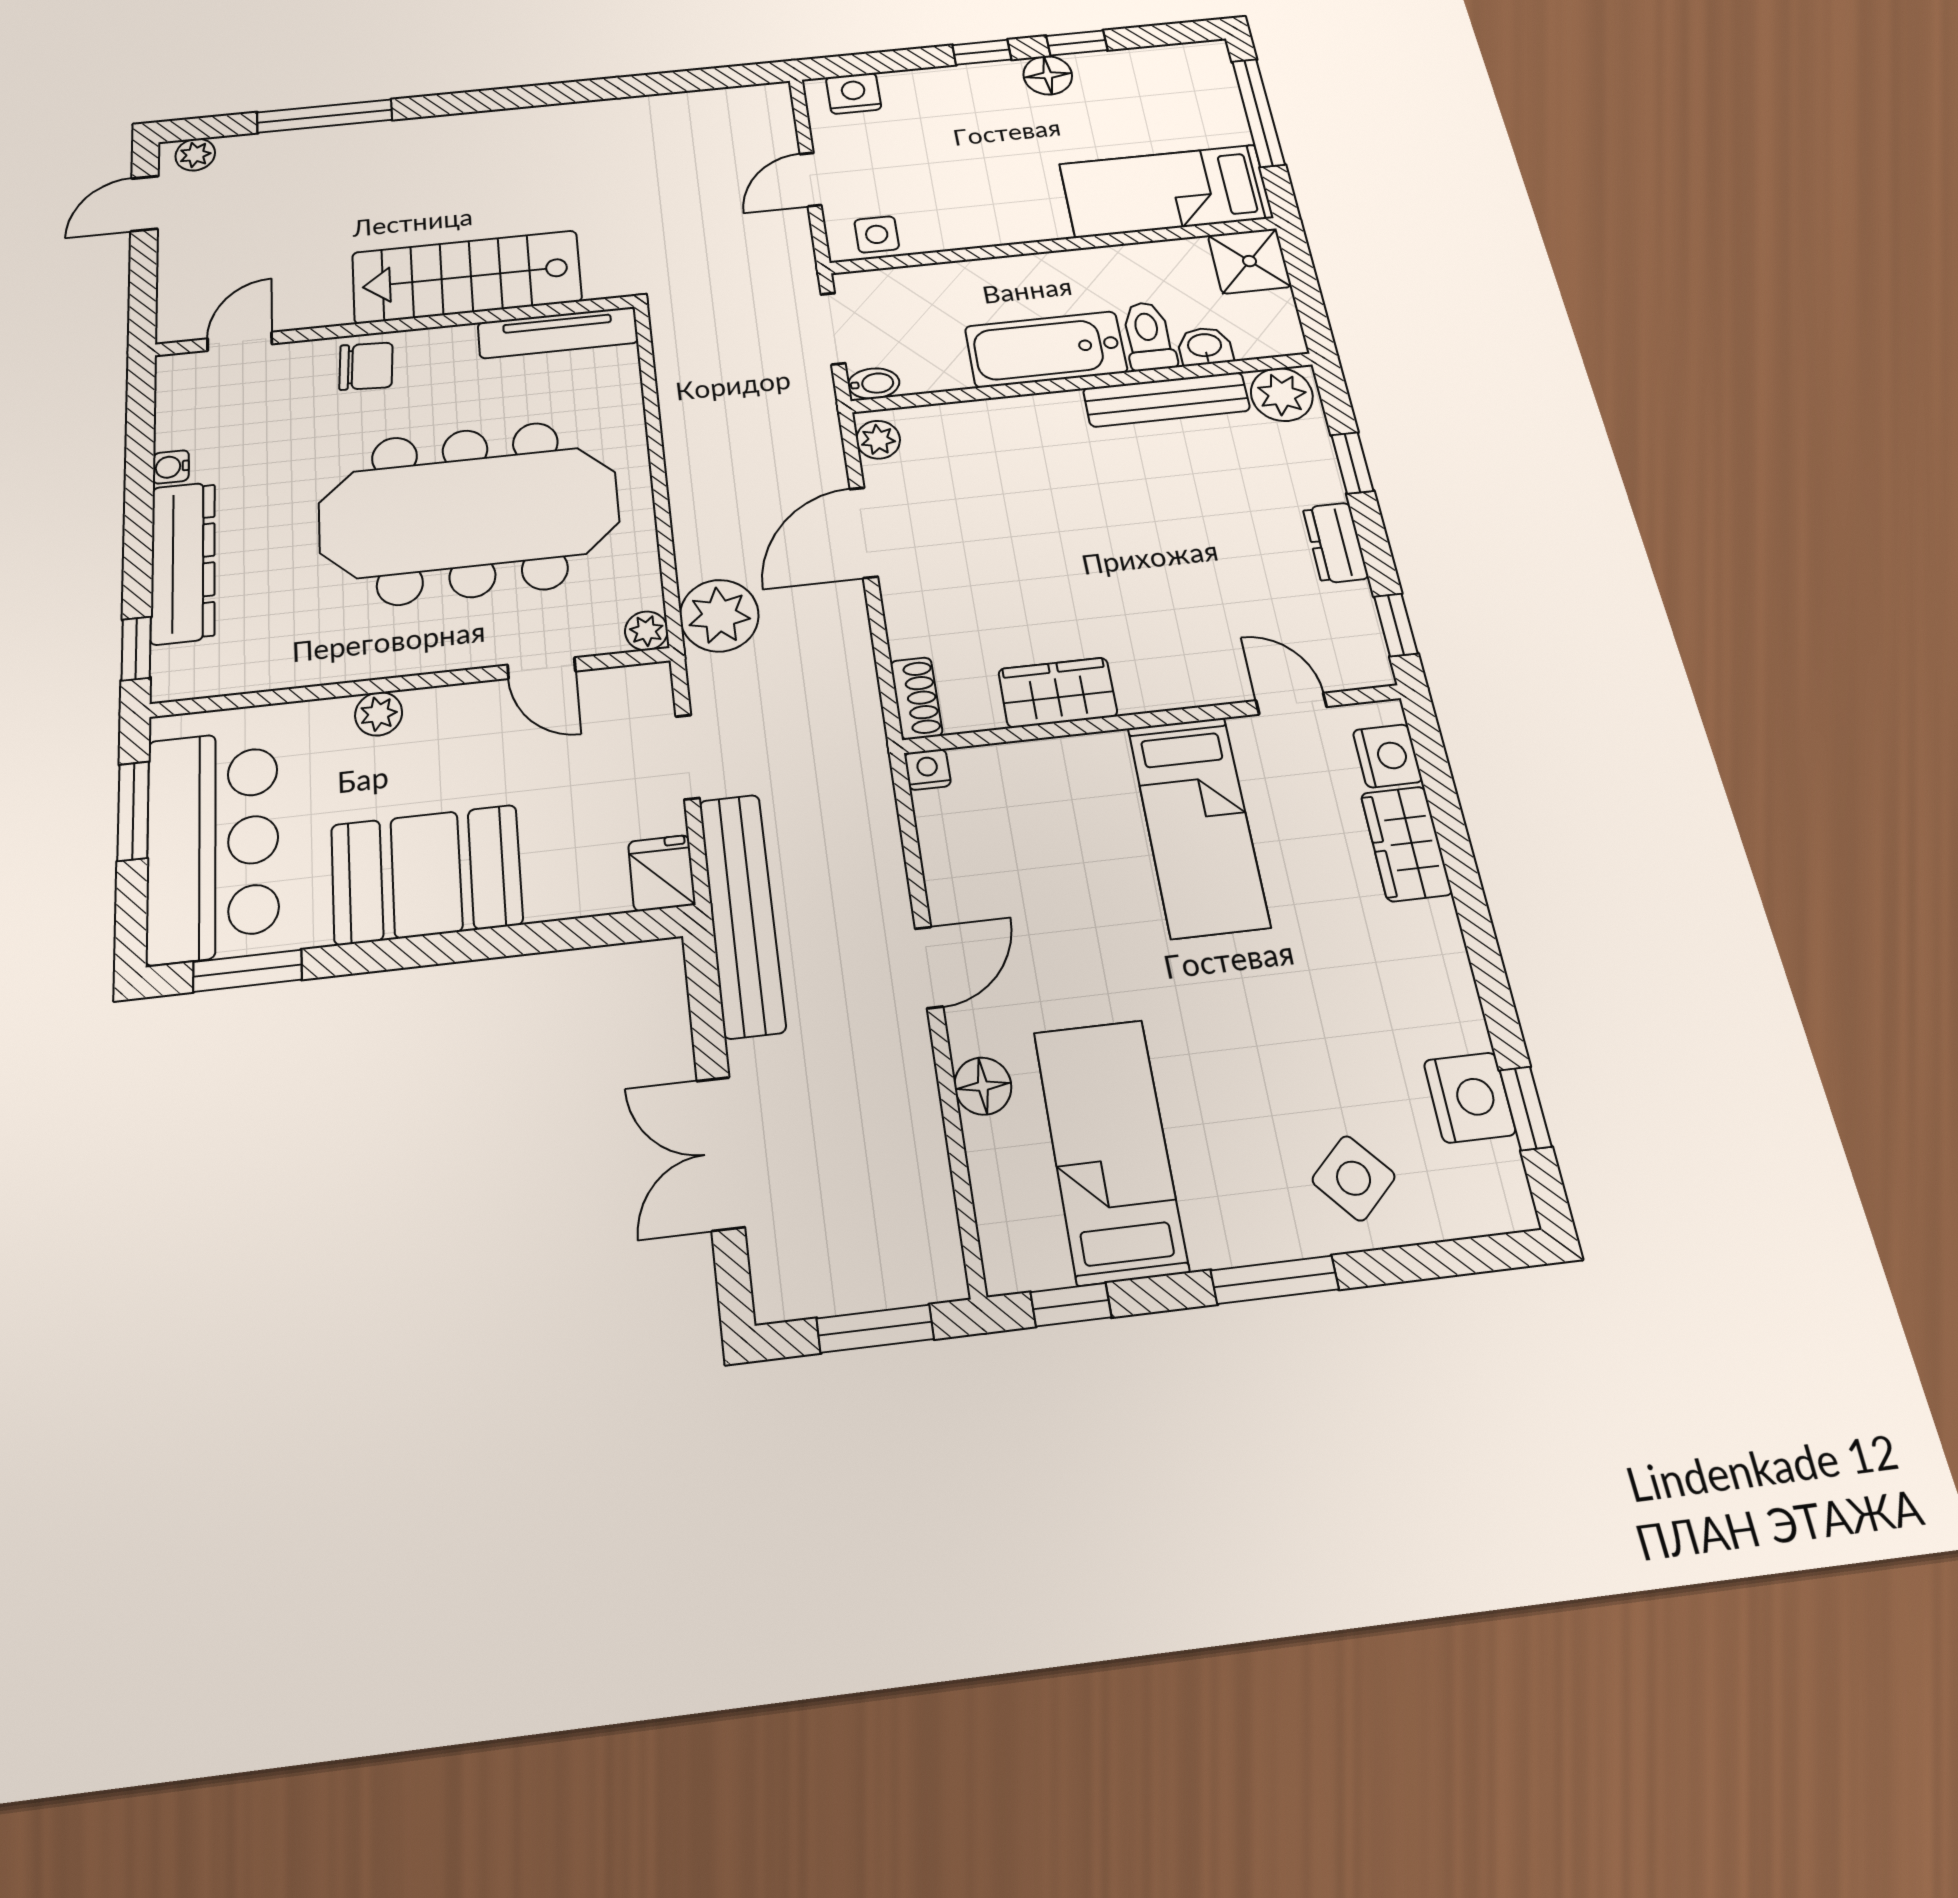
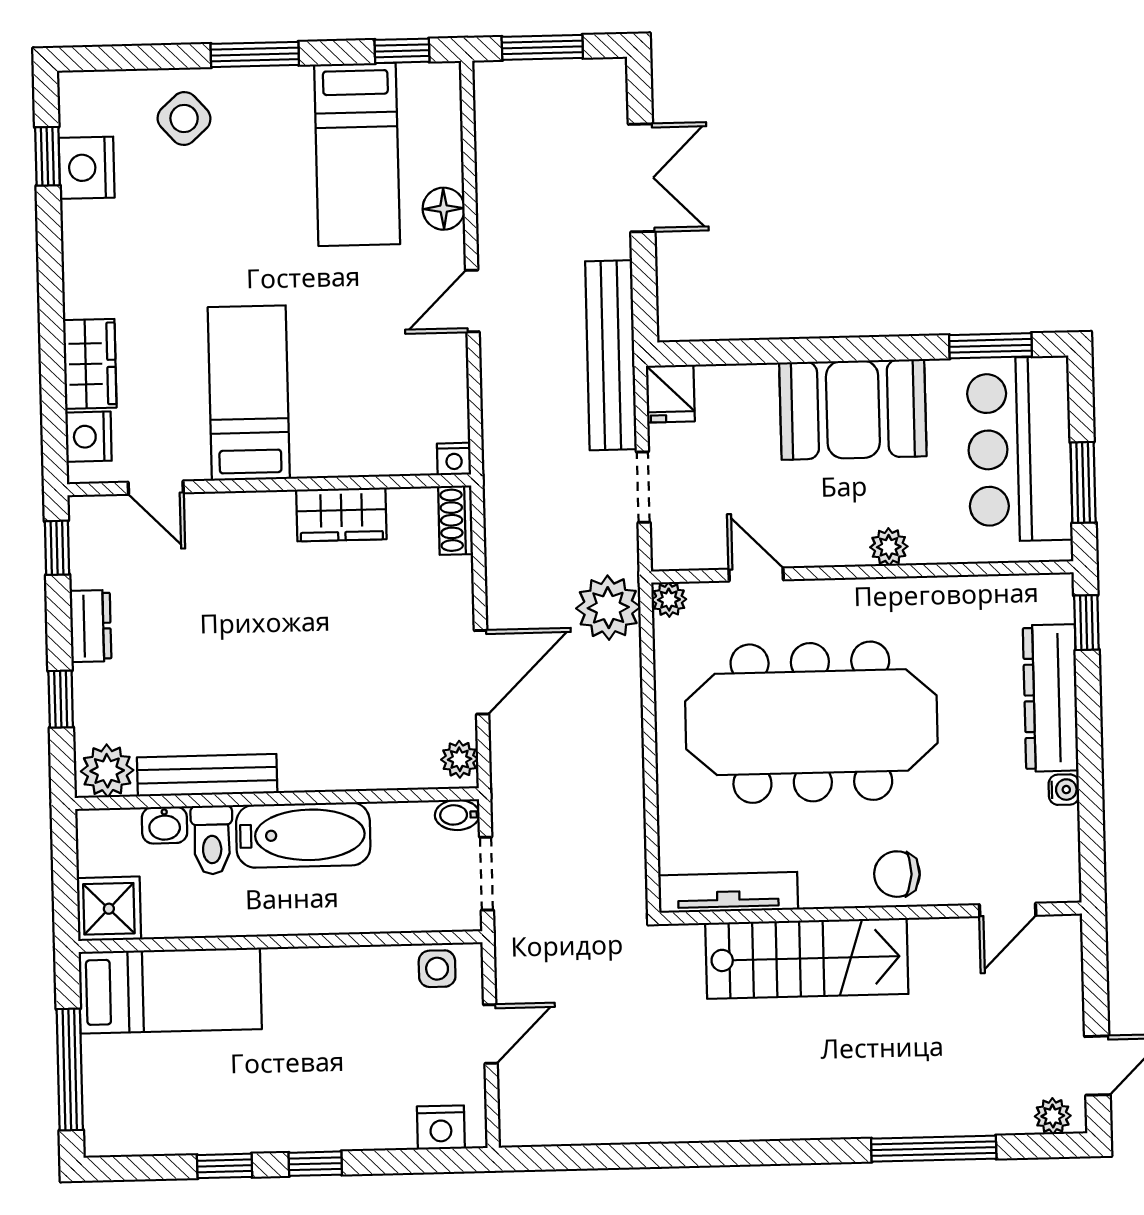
floor lamp: (1048, 75) -> (257, 1131), removed

